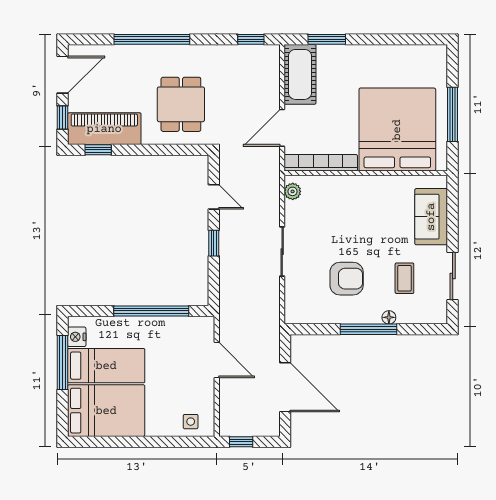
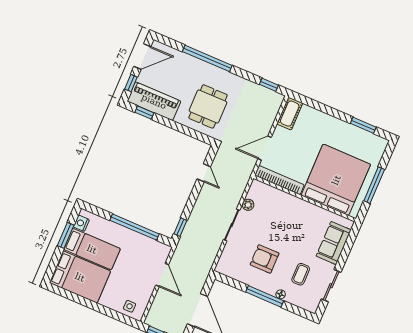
window: (327, 39) -> (363, 125), moved
cot: (300, 74) -> (290, 114), width x0.73, depth x0.75
plant: (293, 191) -> (248, 205), moved
window: (214, 243) -> (180, 227), moved
armchair: (347, 279) -> (265, 259), turned 180
window: (63, 362) -> (66, 235), width x0.69

